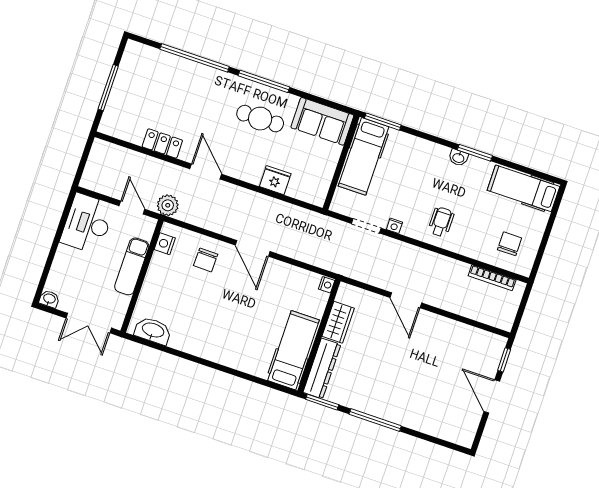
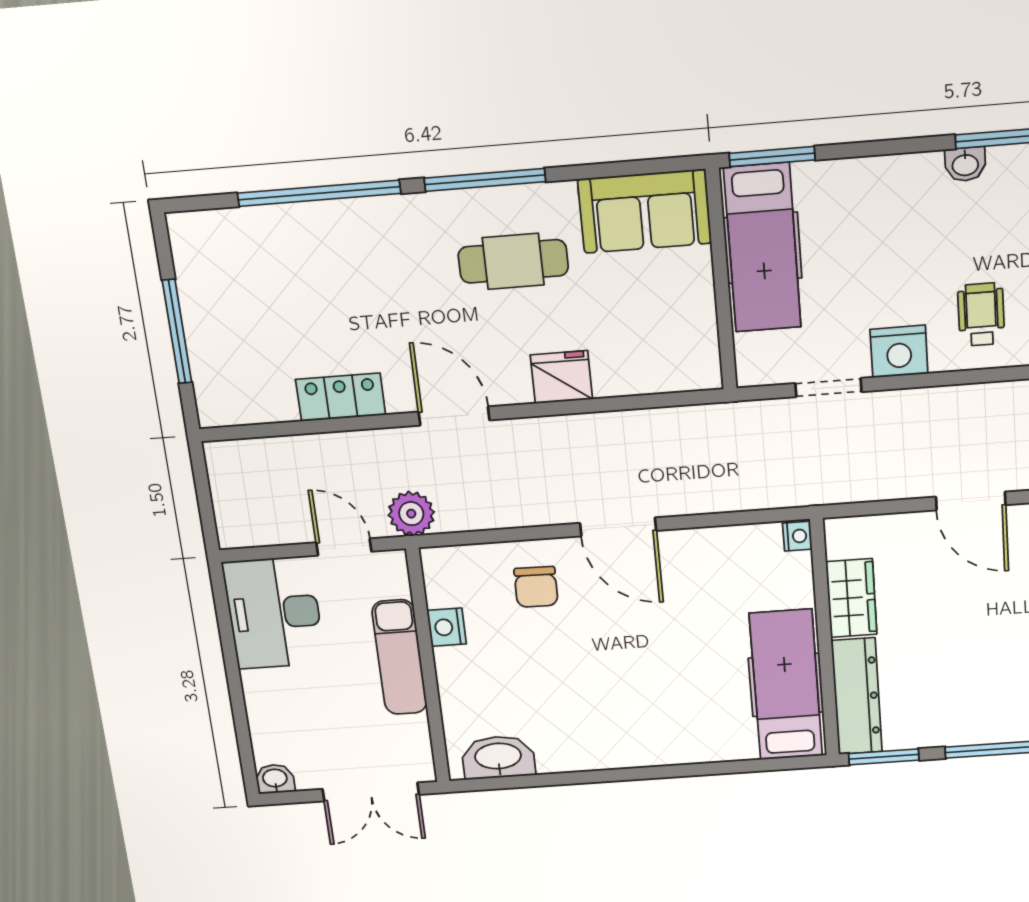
fridge: (275, 180) -> (561, 377), moved
nightstand: (394, 226) -> (899, 352), width x1.89, depth x1.79
nightstand: (165, 244) -> (447, 627), moved

